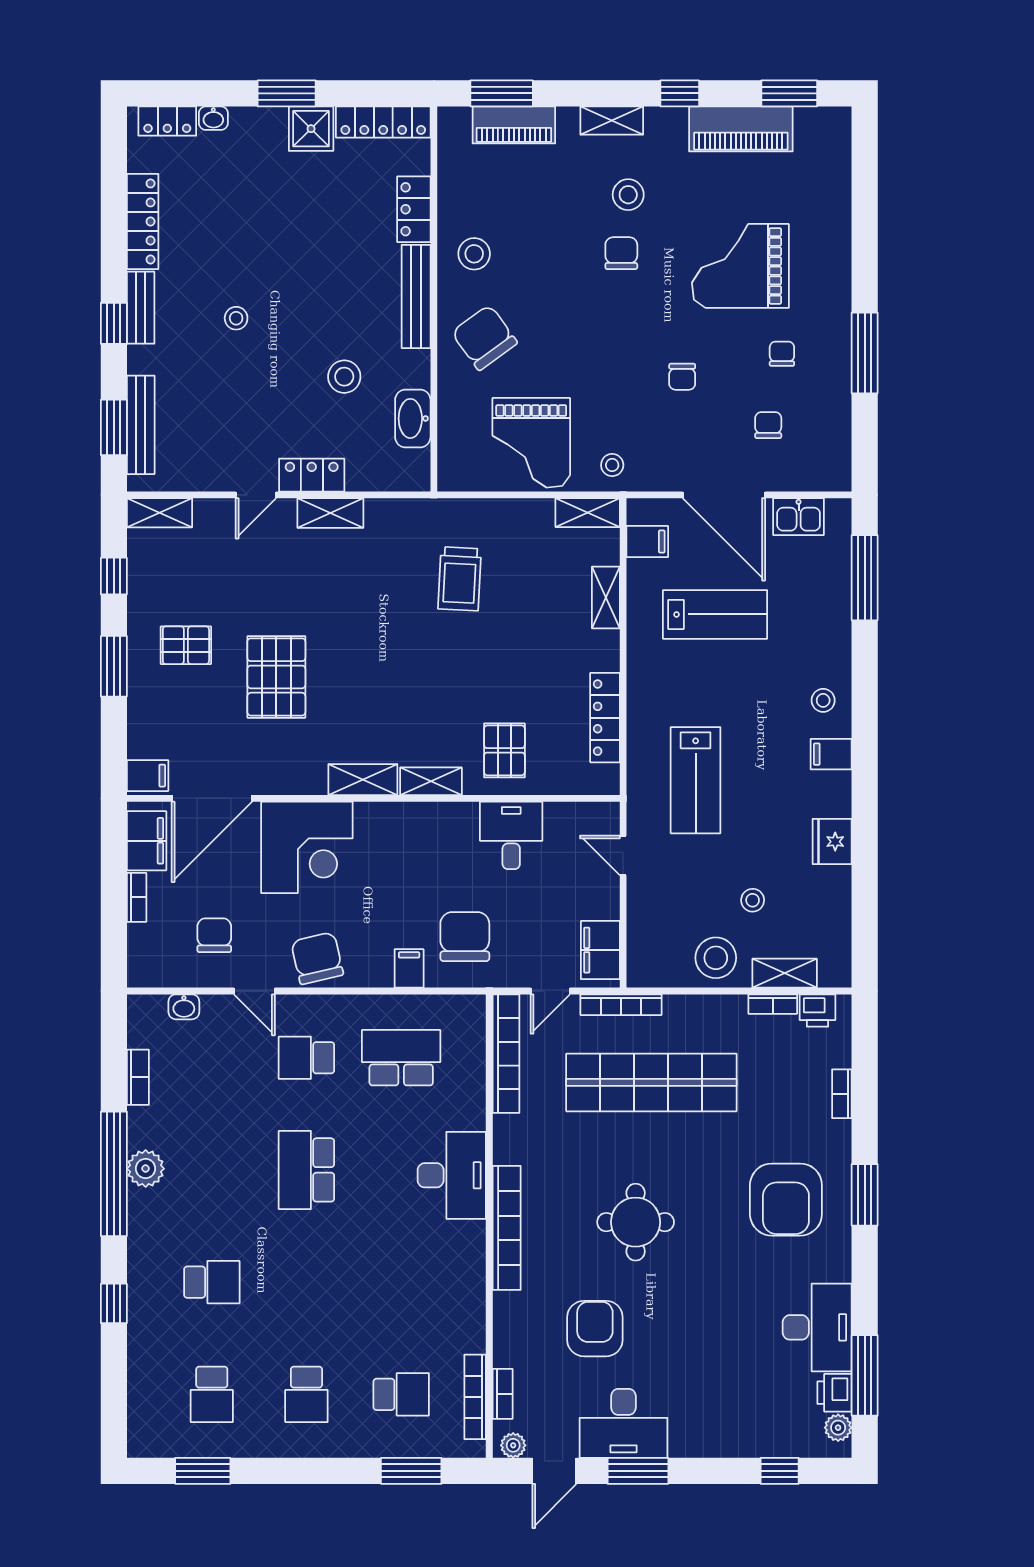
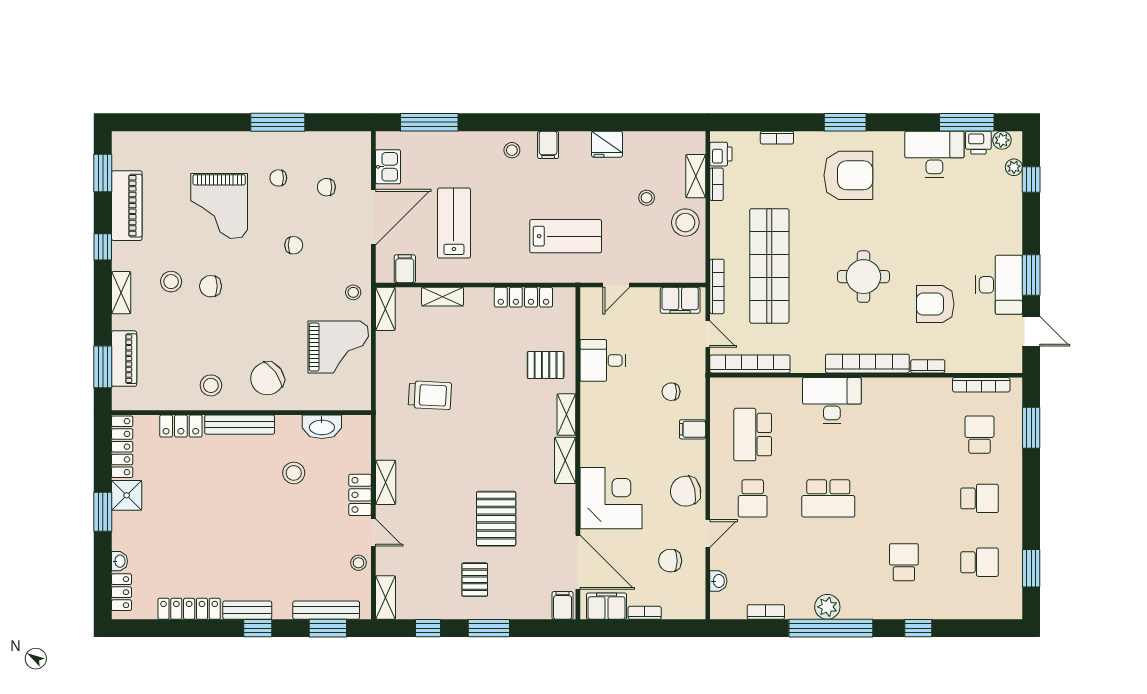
stool: (236, 318) -> (358, 563), moved
pallet: (276, 677) -> (496, 519), turned 90
chair: (465, 937) -> (671, 392), width x0.54, depth x0.54
bookcase: (503, 1394) -> (928, 366), moved
plant: (513, 1445) -> (1014, 167), moved

